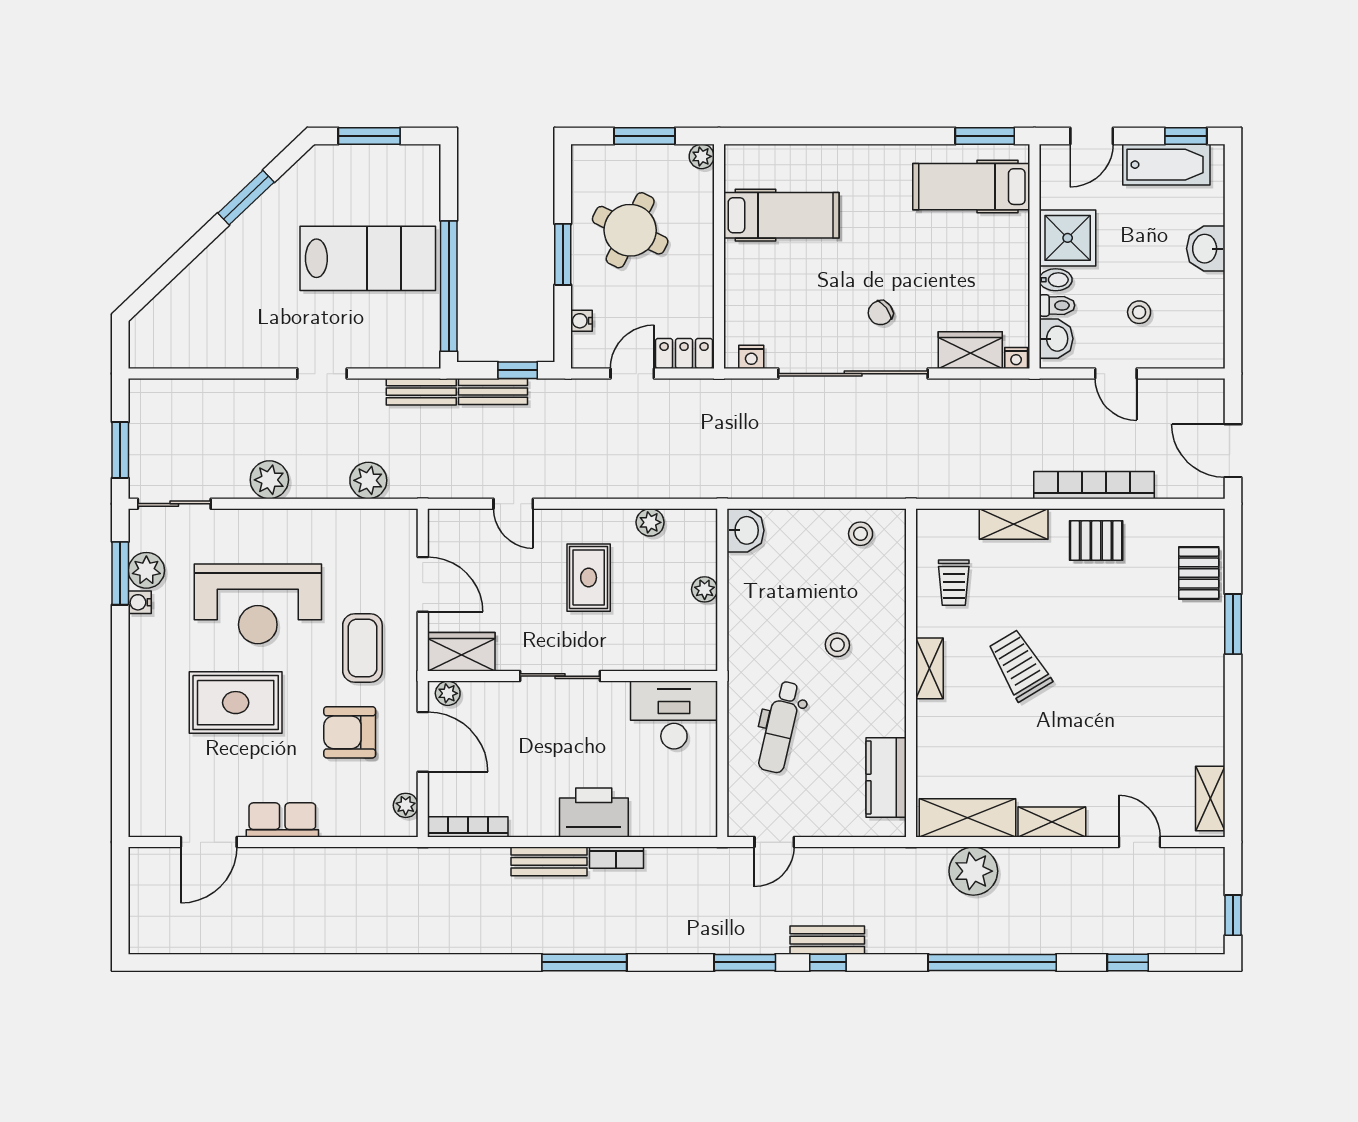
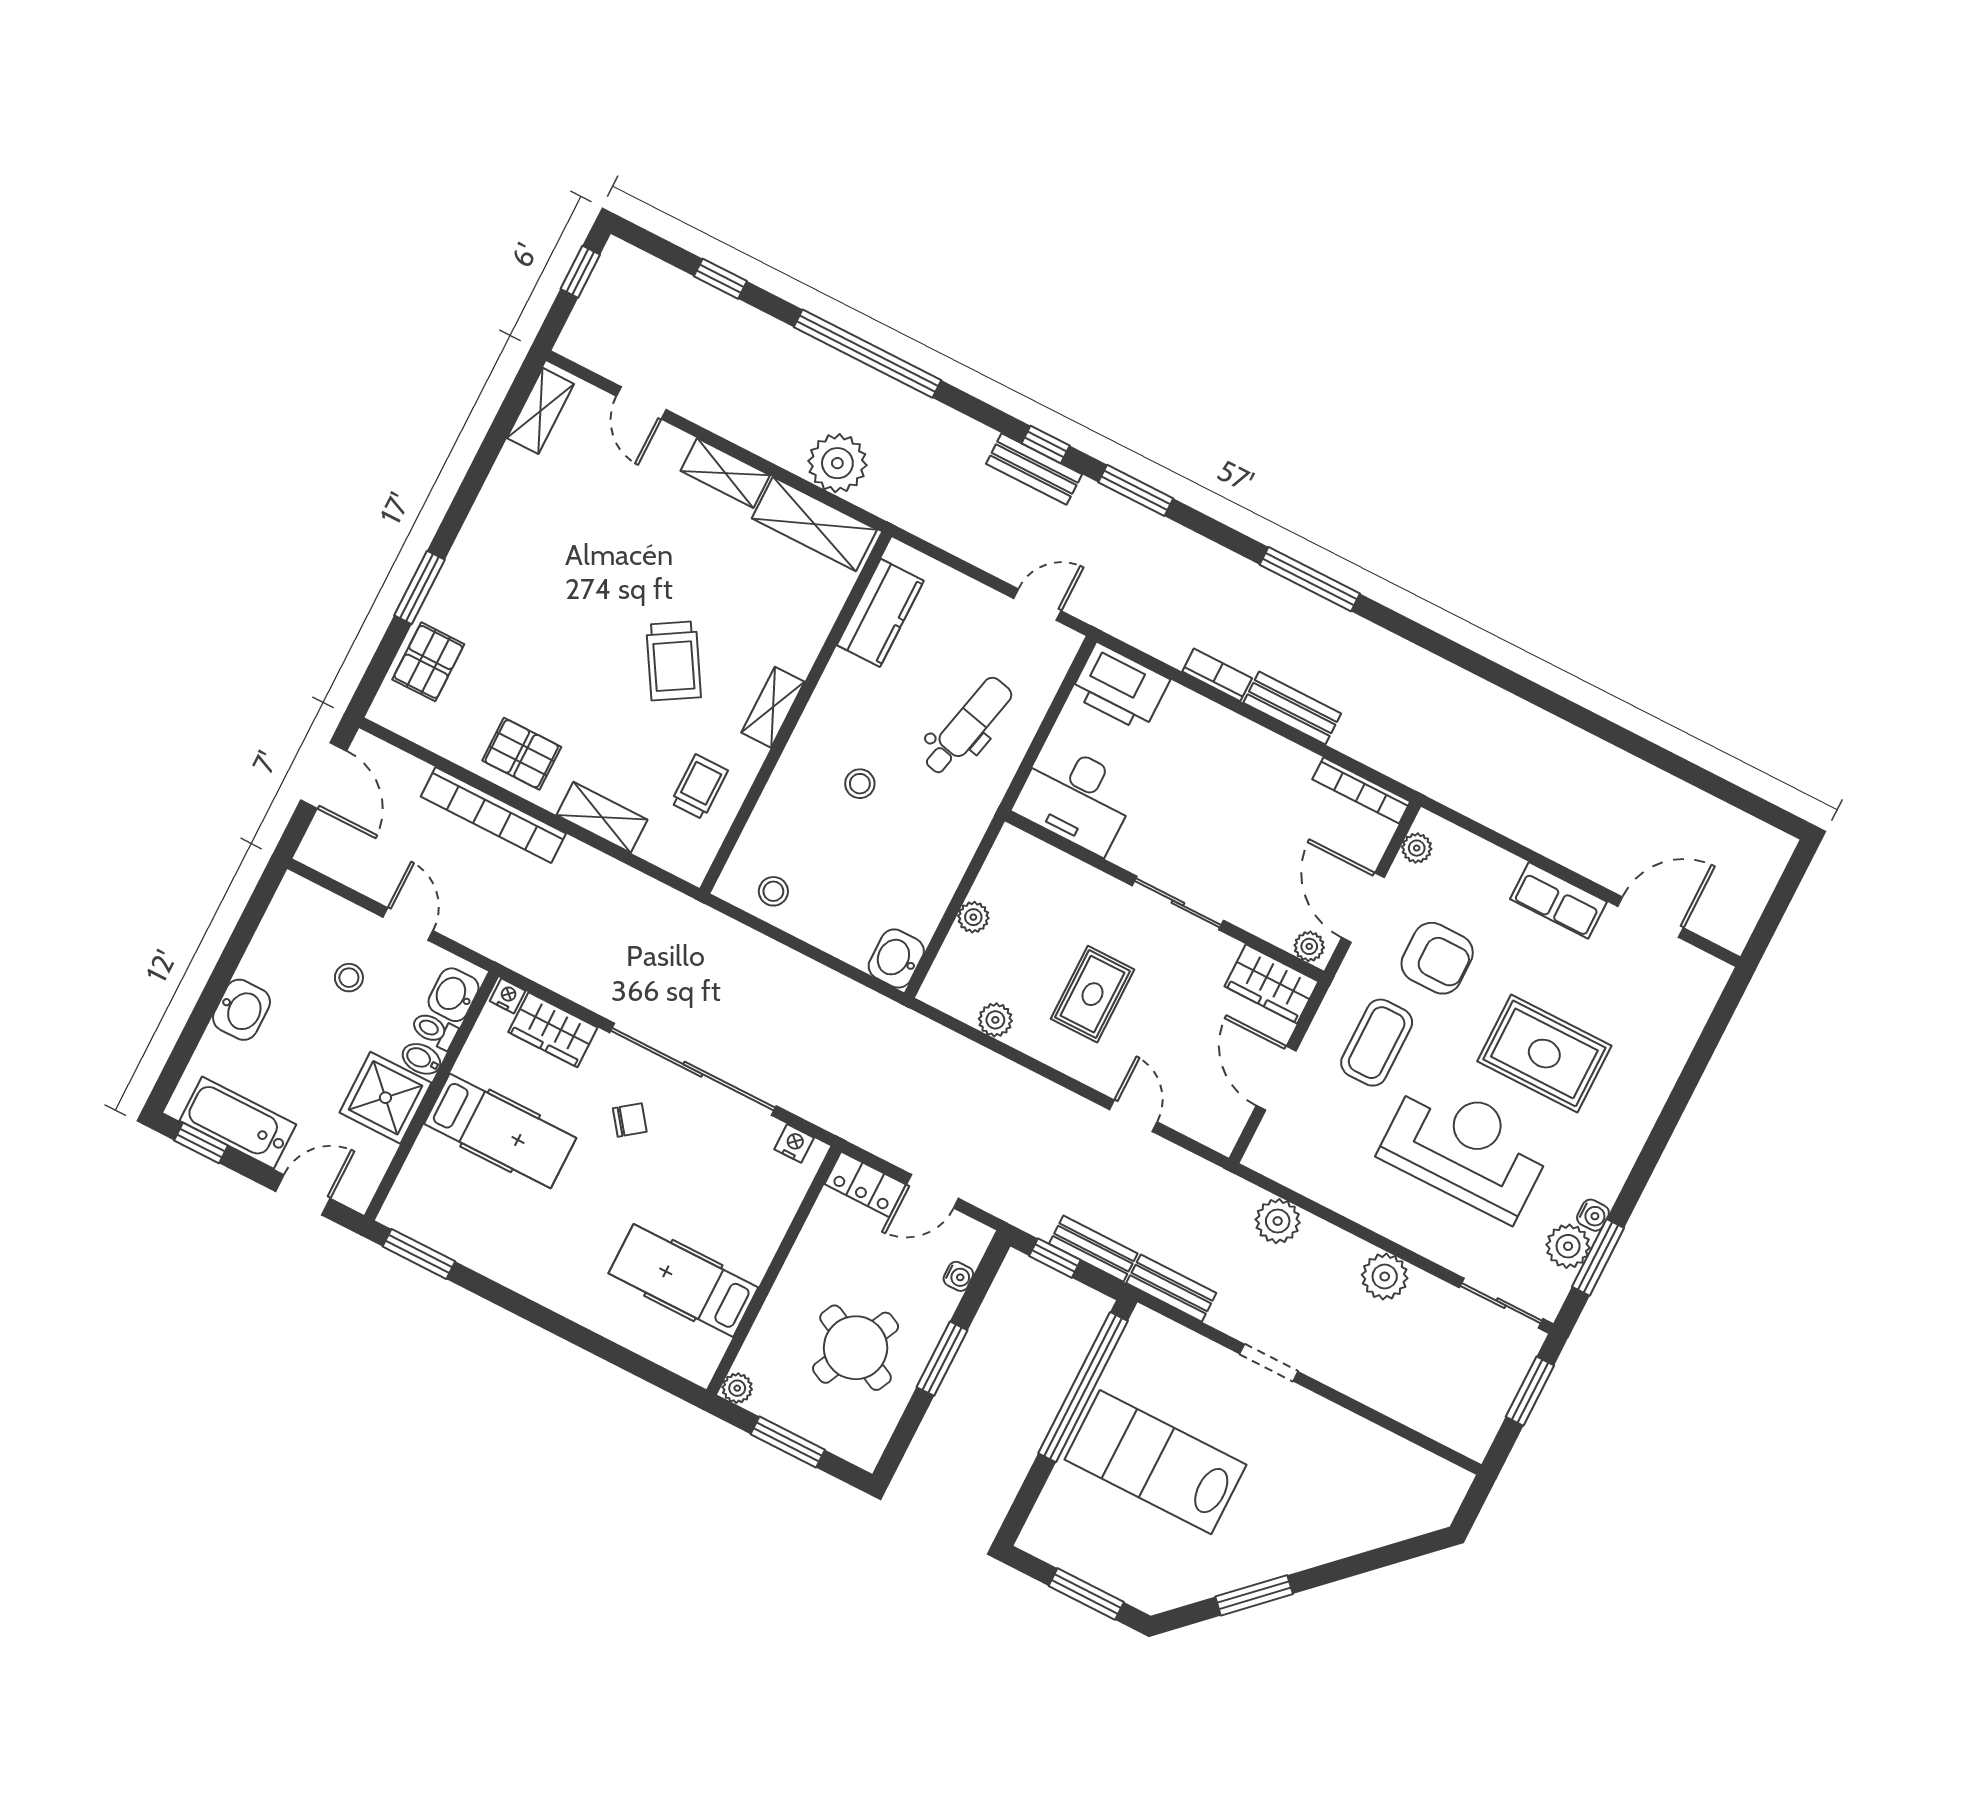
hospital bed: (971, 187) -> (500, 1131), moved
printer: (594, 813) -> (1120, 687), moved

